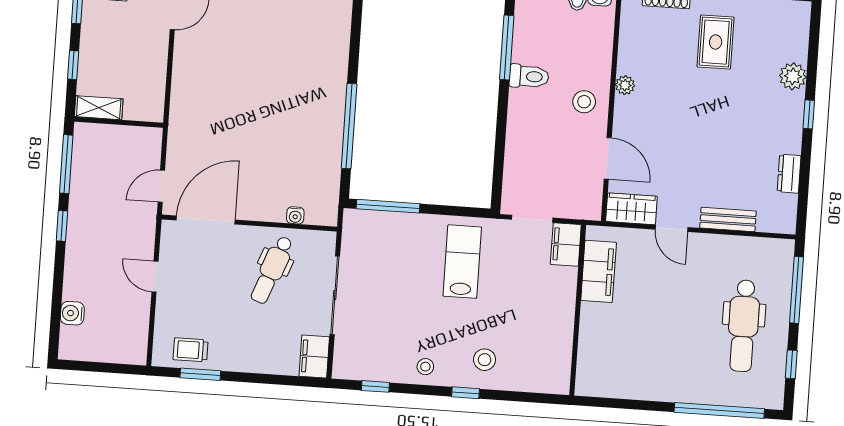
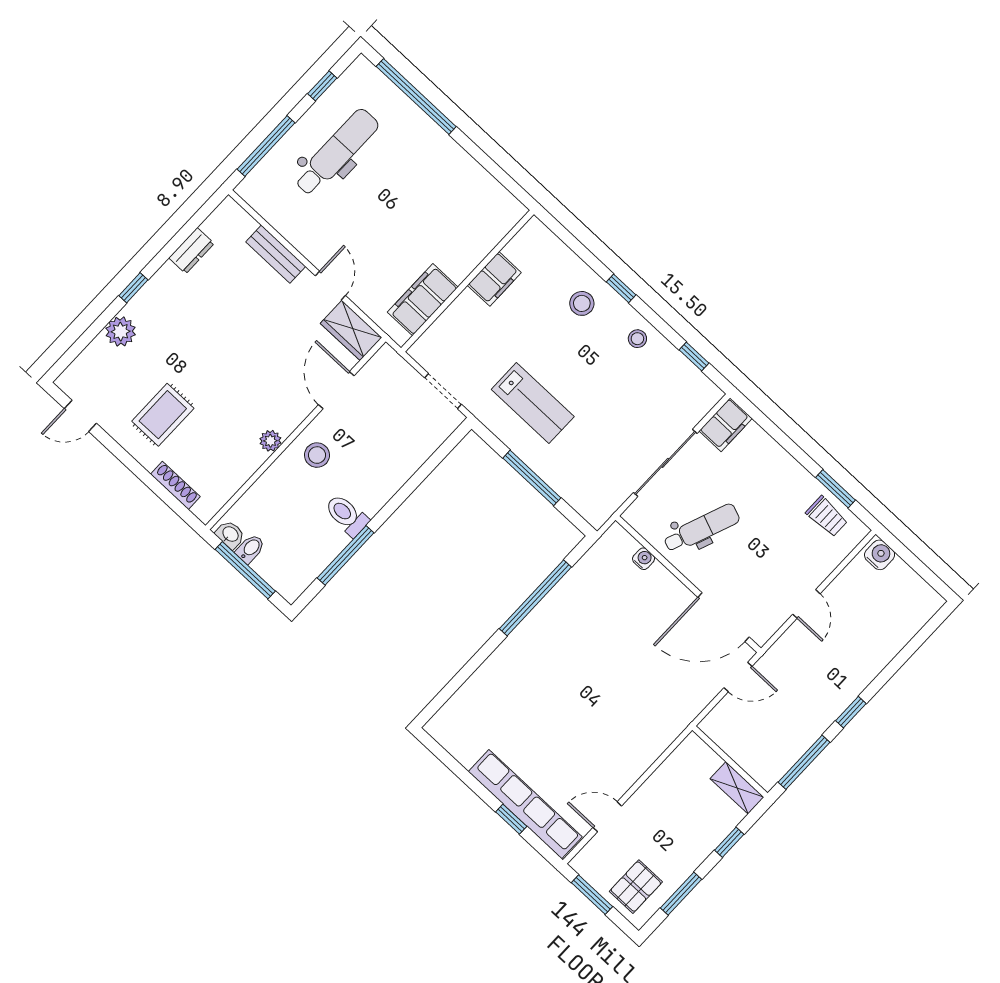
window: (388, 206) -> (532, 478), moved
filing cabinet: (566, 245) -> (494, 279), moved
lab bench: (462, 262) -> (533, 403), turned -90
water cooler: (72, 313) -> (880, 555), moved, turned -90

